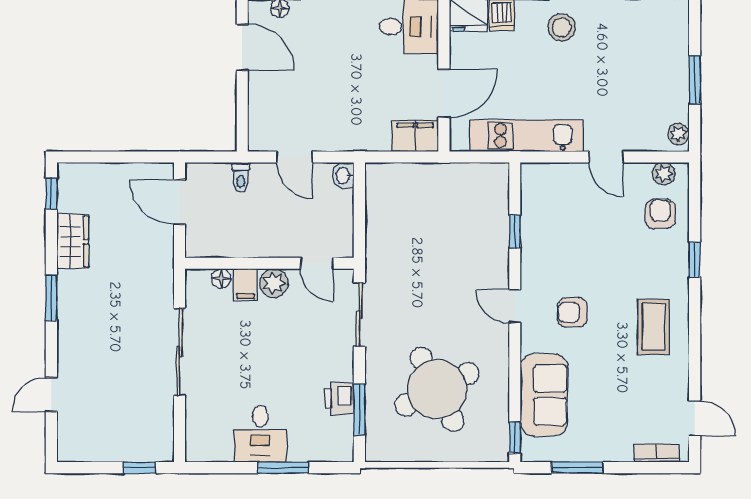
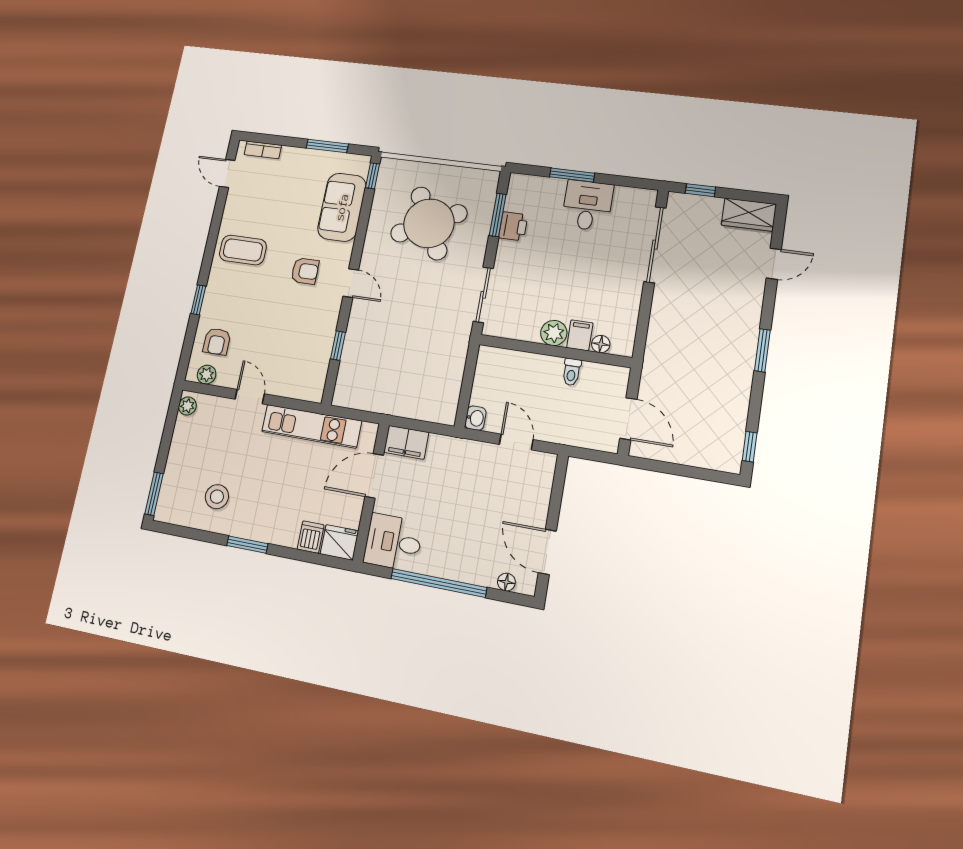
stool: (562, 27) -> (217, 497), moved
window: (695, 80) -> (154, 494), moved
toilet: (241, 177) -> (572, 372), moved, turned 180
wardrobe: (73, 242) -> (749, 215), moved, turned -90
door: (317, 263) -> (513, 345), removed
coffee table: (653, 327) -> (243, 250), turned 90
sliding door: (180, 352) -> (655, 245), moved

